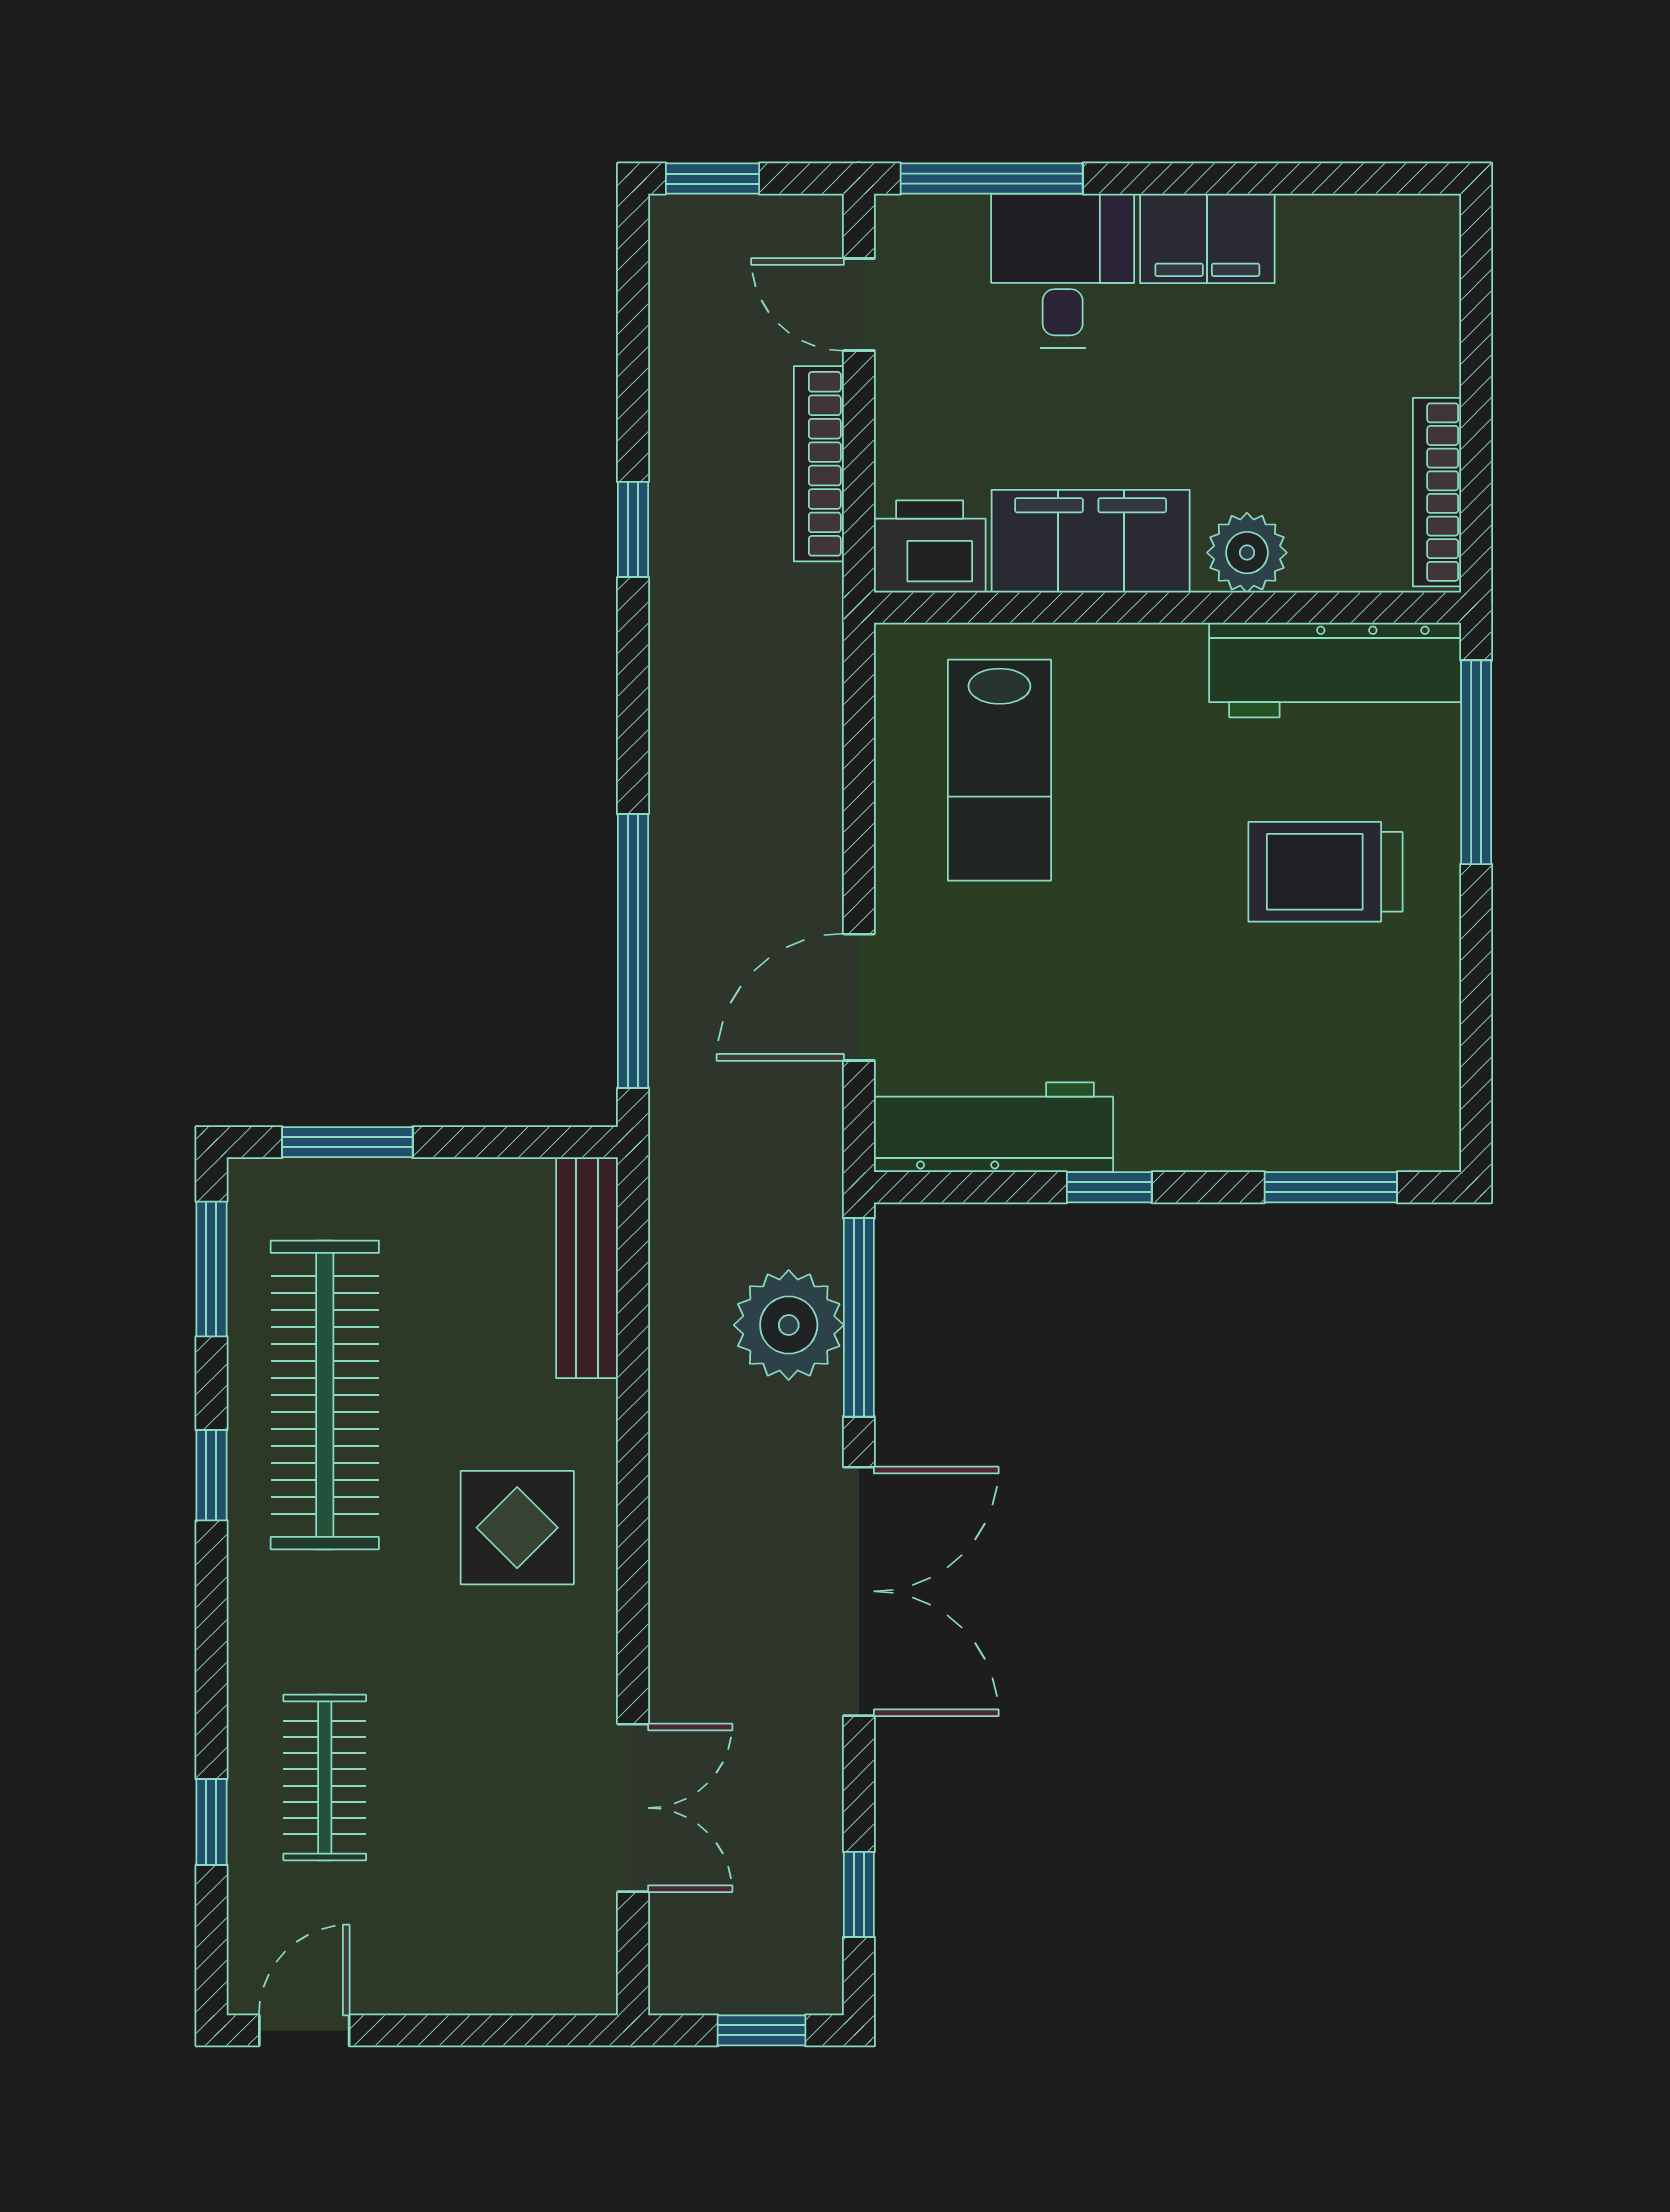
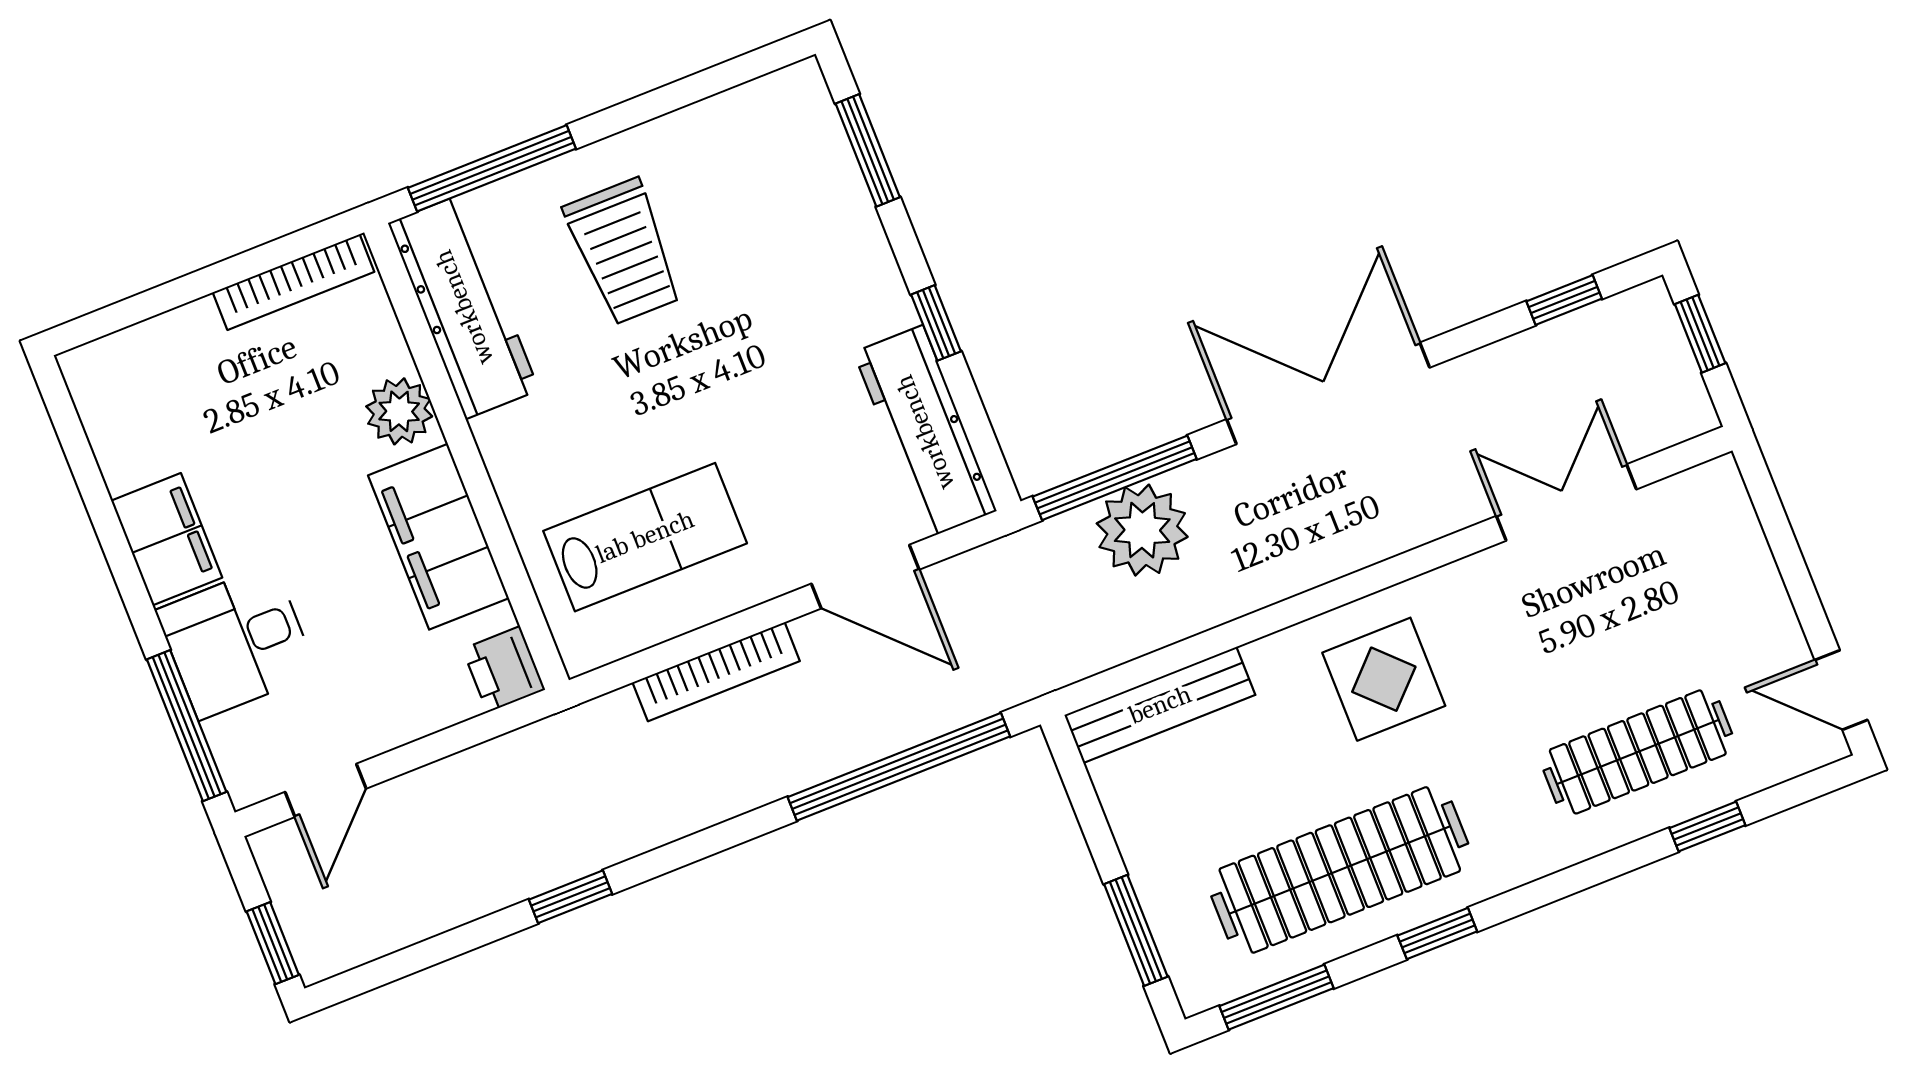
bookcase: (819, 464) -> (716, 672), moved
printer: (930, 546) -> (504, 669), width x0.73, depth x0.81
clothes rail: (325, 1778) -> (1638, 752), width x1.36

